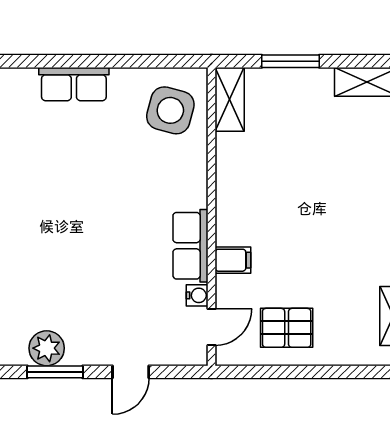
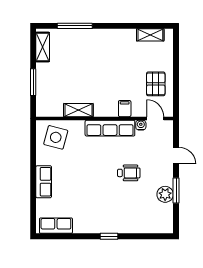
shelving: (230, 99) -> (78, 110), moved
row of seats: (190, 246) -> (110, 128), width x1.48
wheelchair: (93, 269) -> (129, 173), added

